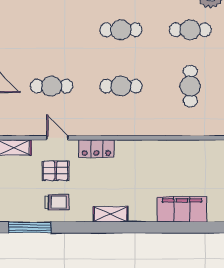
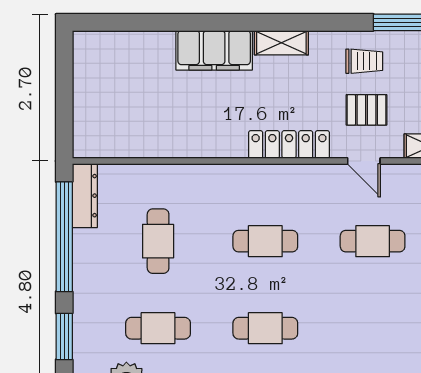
locker: (96, 149) -> (289, 144), width x1.53
trolley: (57, 202) -> (364, 61), turned 180
filing cabinet: (182, 209) -> (214, 50), moved

